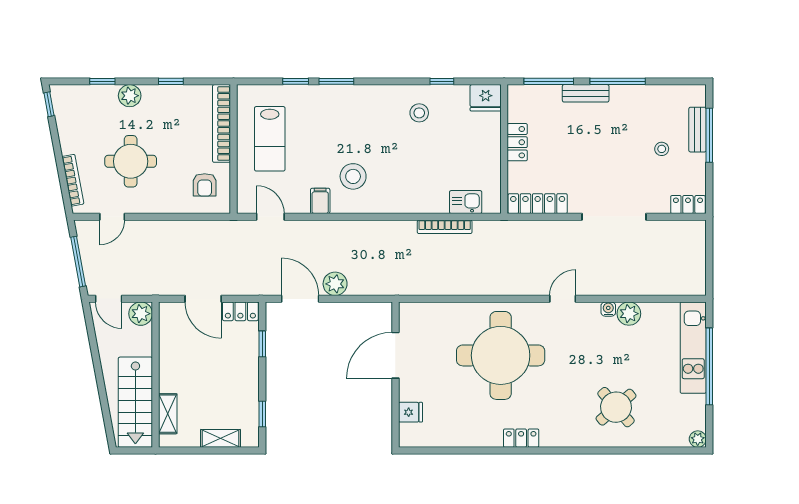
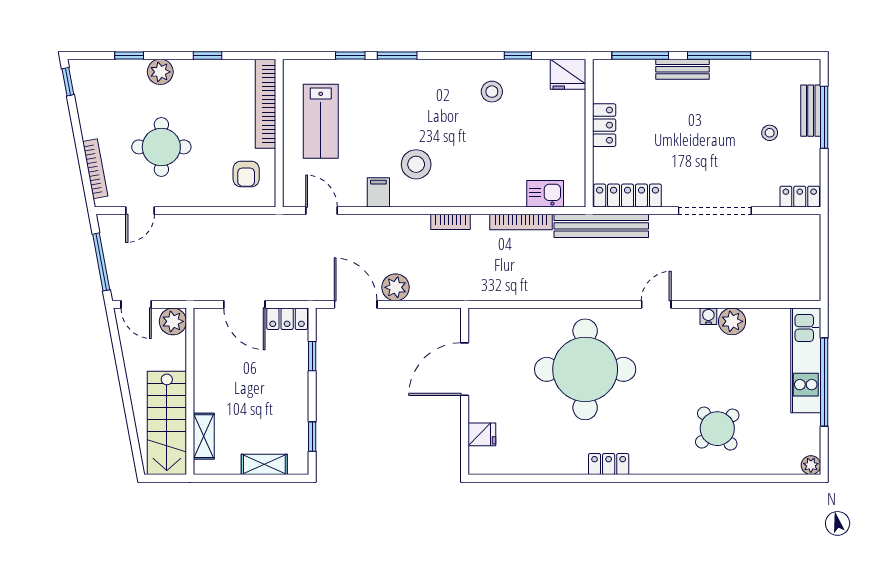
bookcase: (383, 227) -> (450, 222), added
bench: (515, 230) -> (601, 226), added

